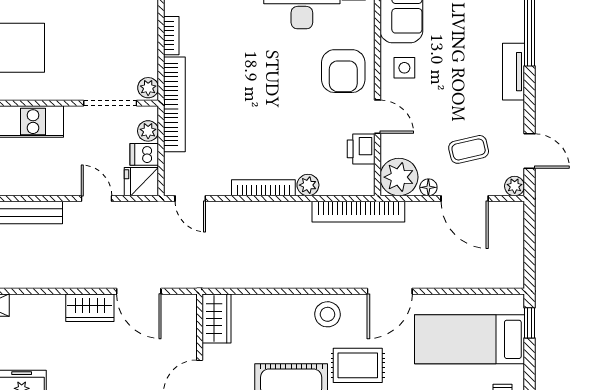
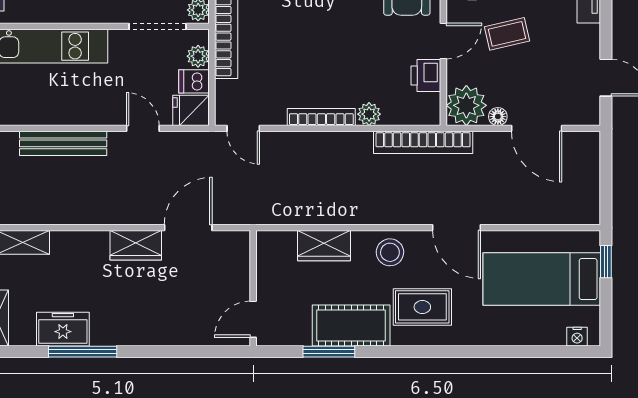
door: (377, 117) -> (443, 41), hinge flipped
coffee table: (469, 149) -> (507, 34), moved
plant: (515, 186) -> (590, 115), removed
door: (139, 291) -> (188, 228), swing flipped
door: (390, 291) -> (457, 228), hinge flipped
wardrobe: (217, 318) -> (324, 246), moved, turned 90

